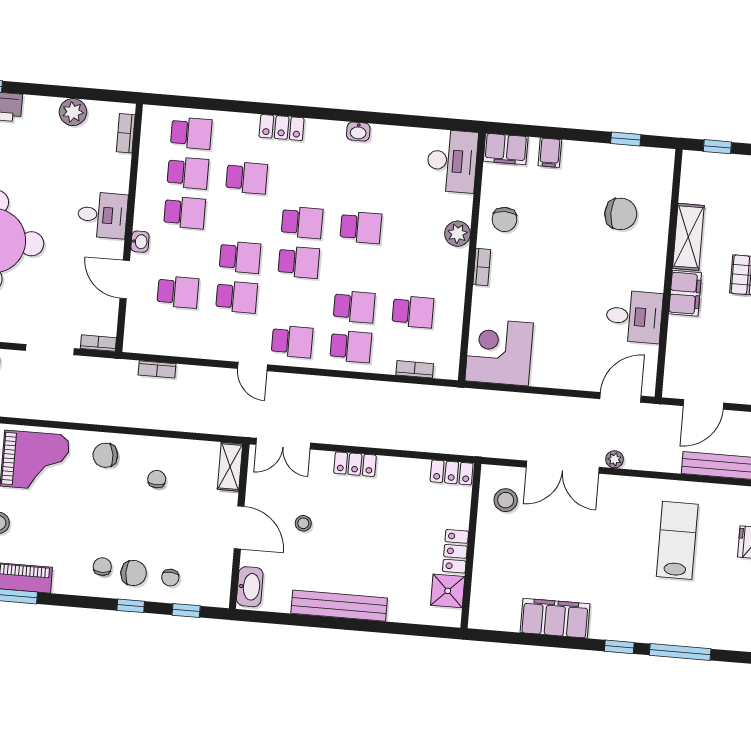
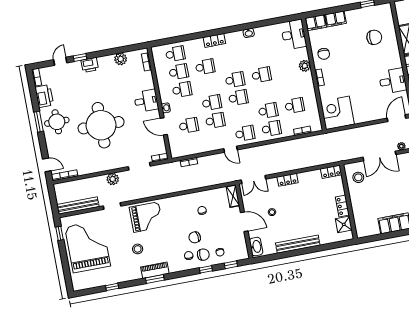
filing cabinet: (550, 153) -> (336, 19), width x2.00
chair: (105, 455) -> (195, 237), moved

